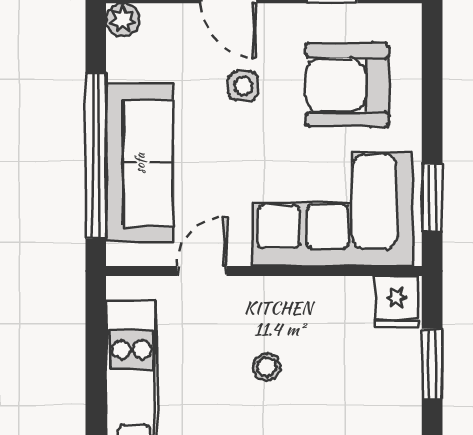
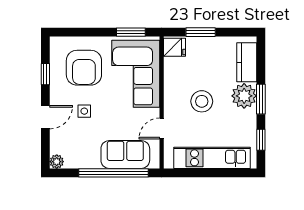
sofa: (140, 163) -> (125, 155), width x0.73
door: (202, 271) -> (162, 128), hinge flipped
stool: (267, 367) -> (202, 101), width x1.89, depth x1.89

